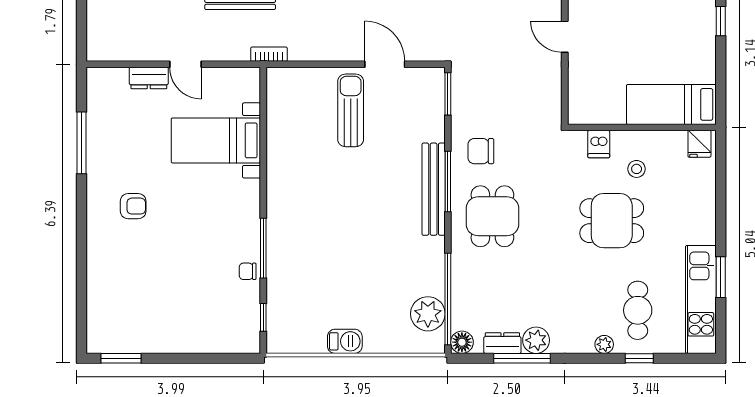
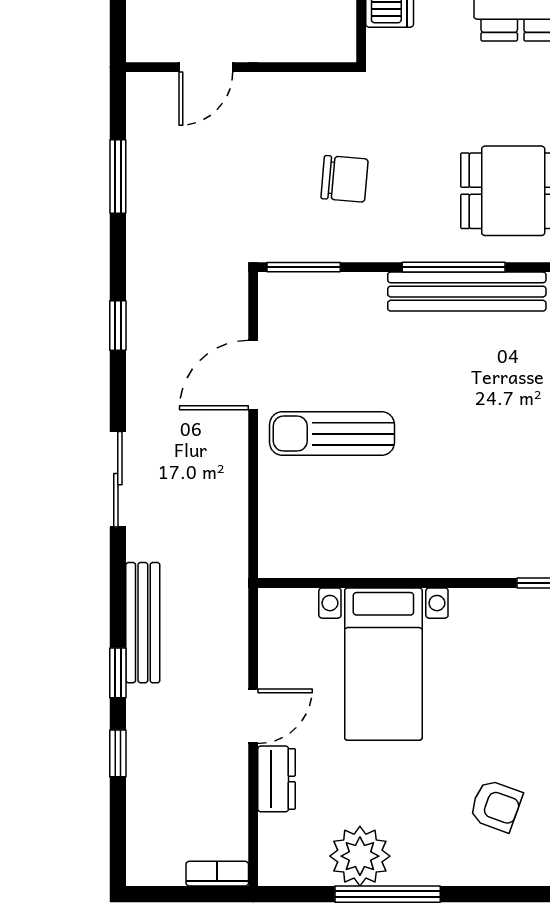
bookcase: (269, 54) -> (217, 874), moved, turned 90
plant: (104, 127) -> (360, 856), added
chair: (481, 151) -> (344, 179), moved, turned -85
armchair: (133, 206) -> (496, 806), turned 110

